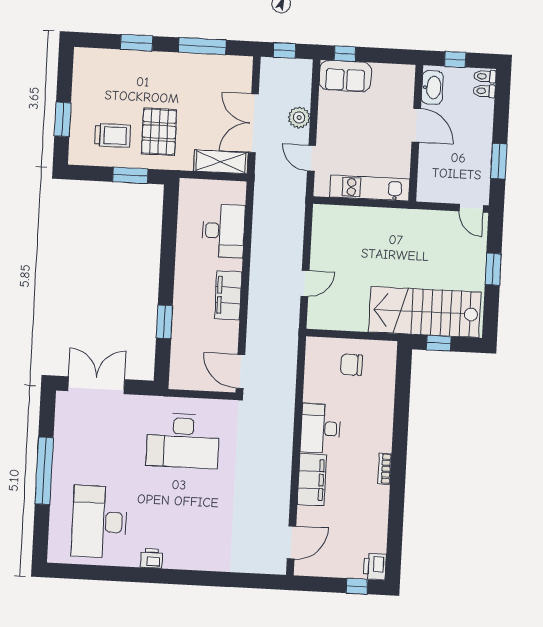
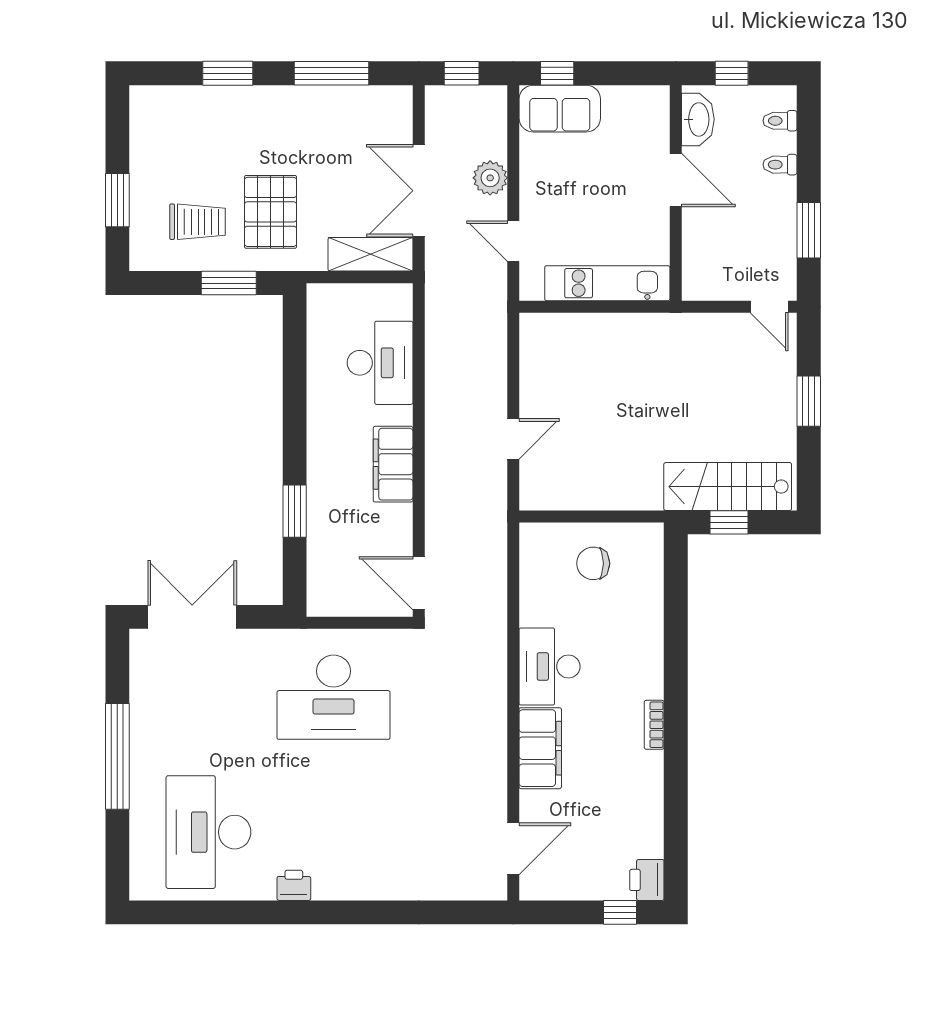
toilet: (485, 76) -> (780, 165), moved
stairs: (425, 312) -> (728, 487), width x0.73, depth x0.66

